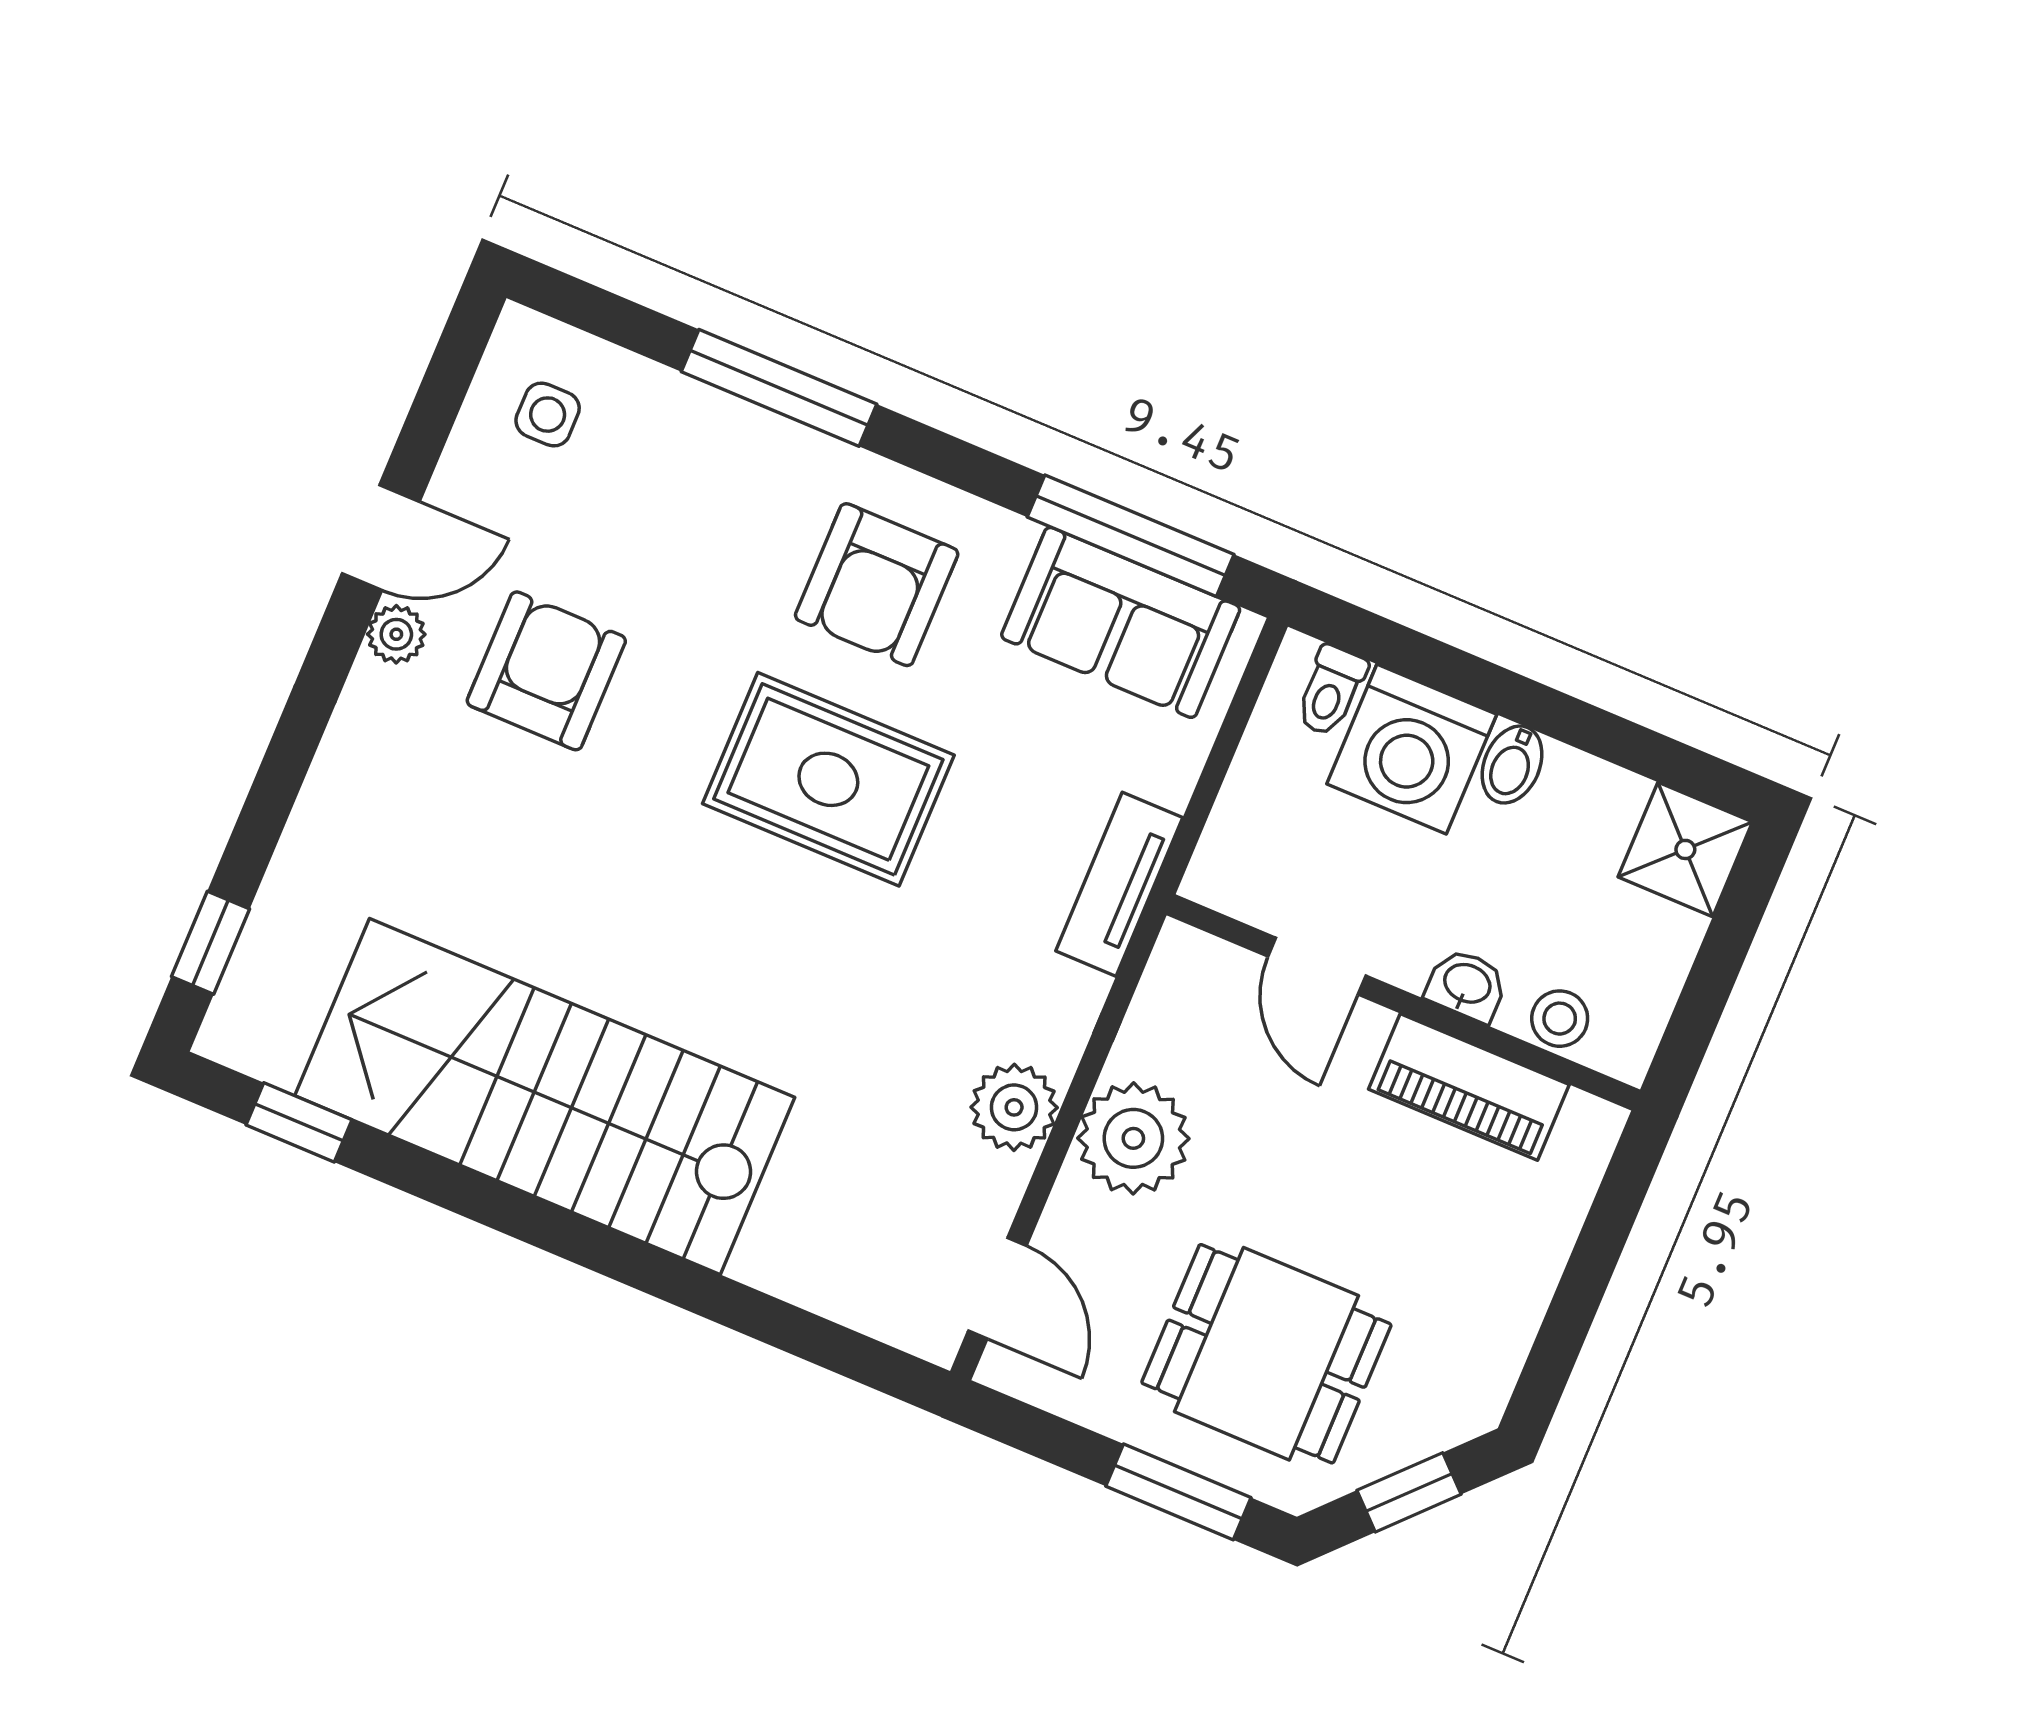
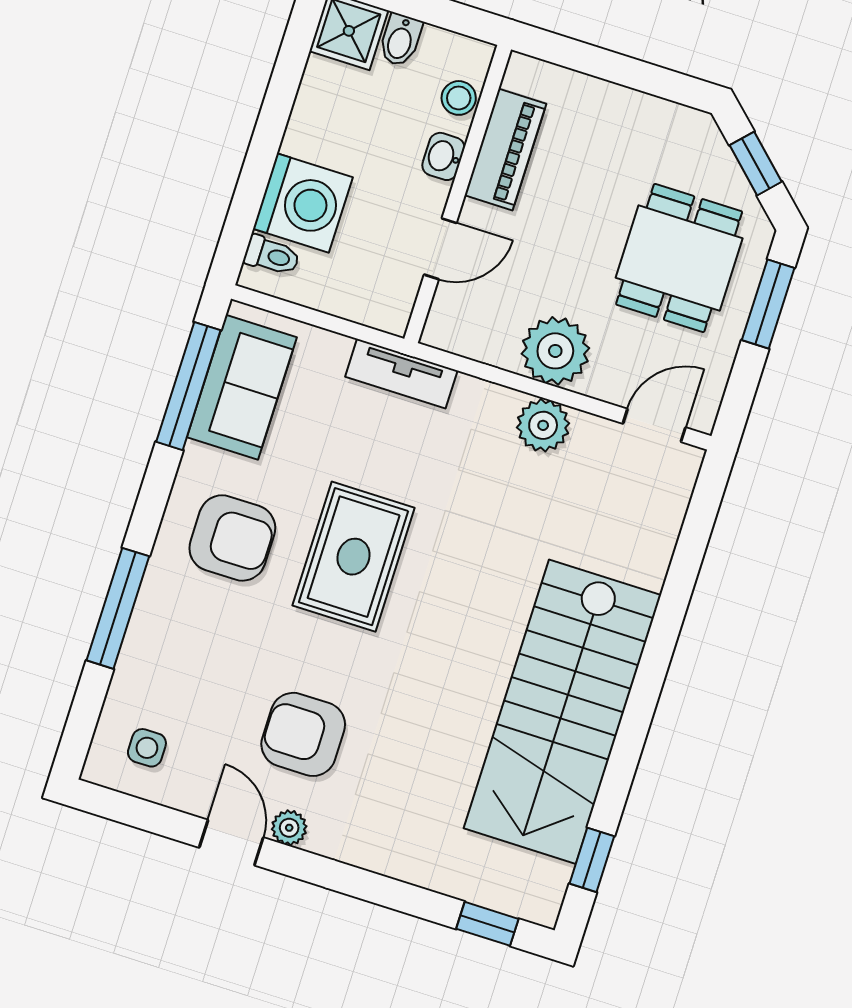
bidet: (1512, 765) -> (400, 40), moved, turned 90

